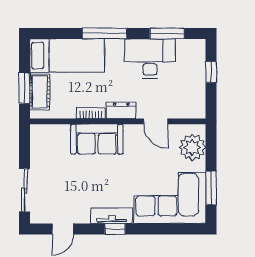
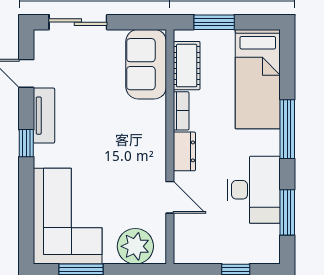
cot: (40, 92) -> (187, 66), moved, turned 90
door: (156, 121) -> (170, 197), swing flipped
sofa: (97, 139) -> (146, 64), moved
tv unit: (112, 216) -> (44, 116), moved

